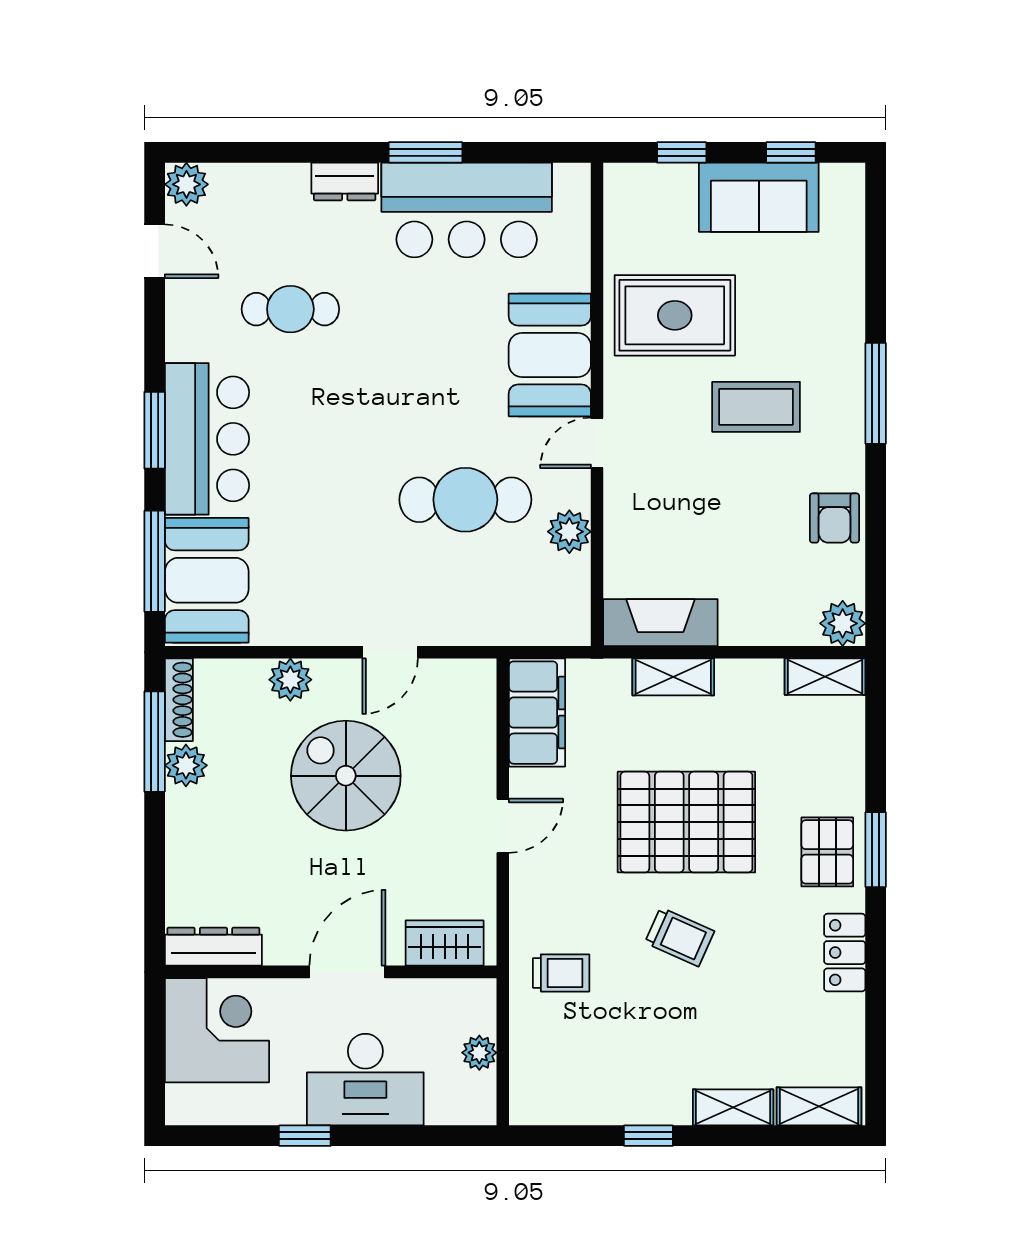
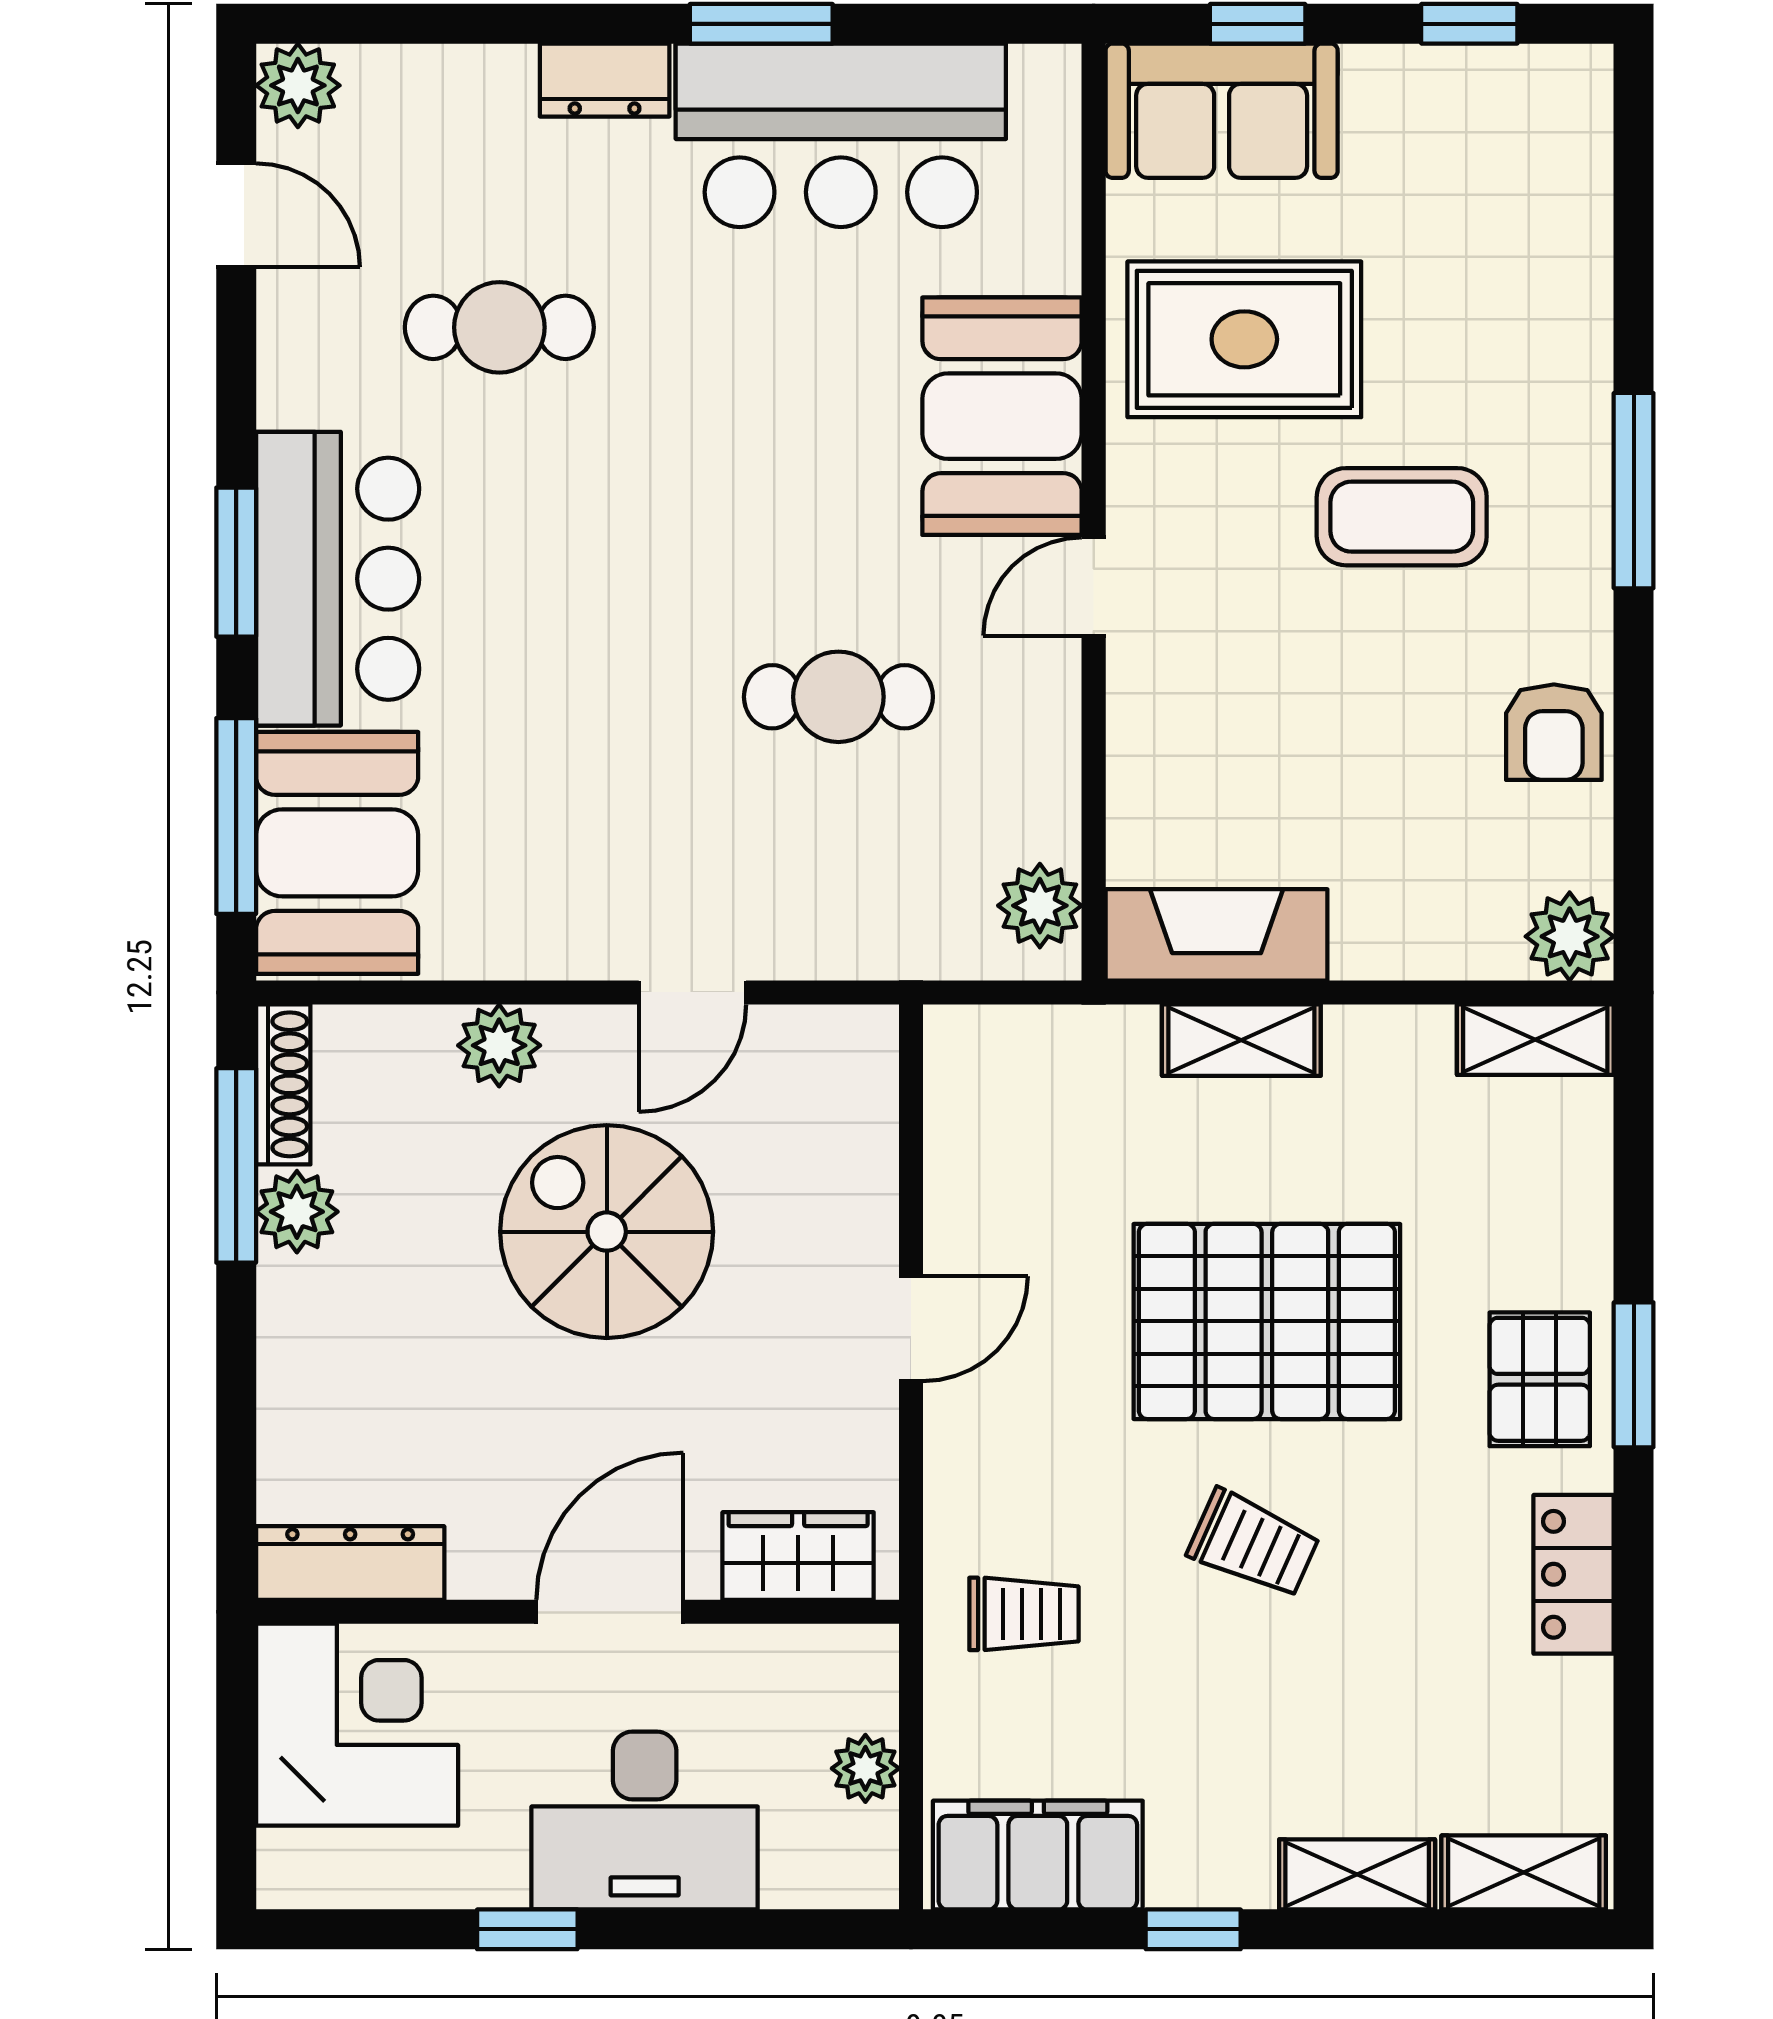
sofa: (759, 197) -> (1222, 111), moved
cafe table: (465, 500) -> (838, 697), width x0.73, depth x0.74
plant: (569, 532) -> (1040, 906), moved
filing cabinet: (537, 713) -> (1038, 1855), moved, turned -90

